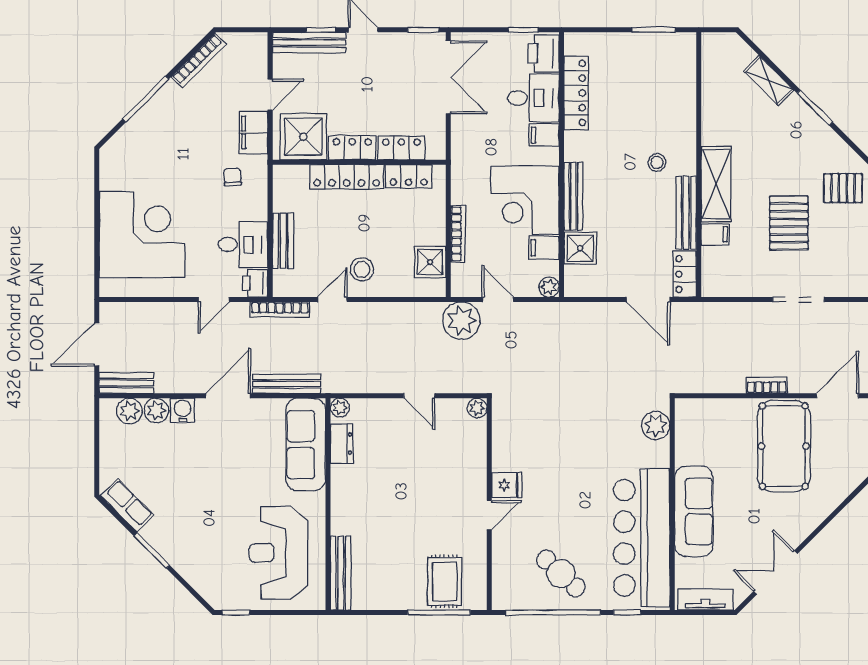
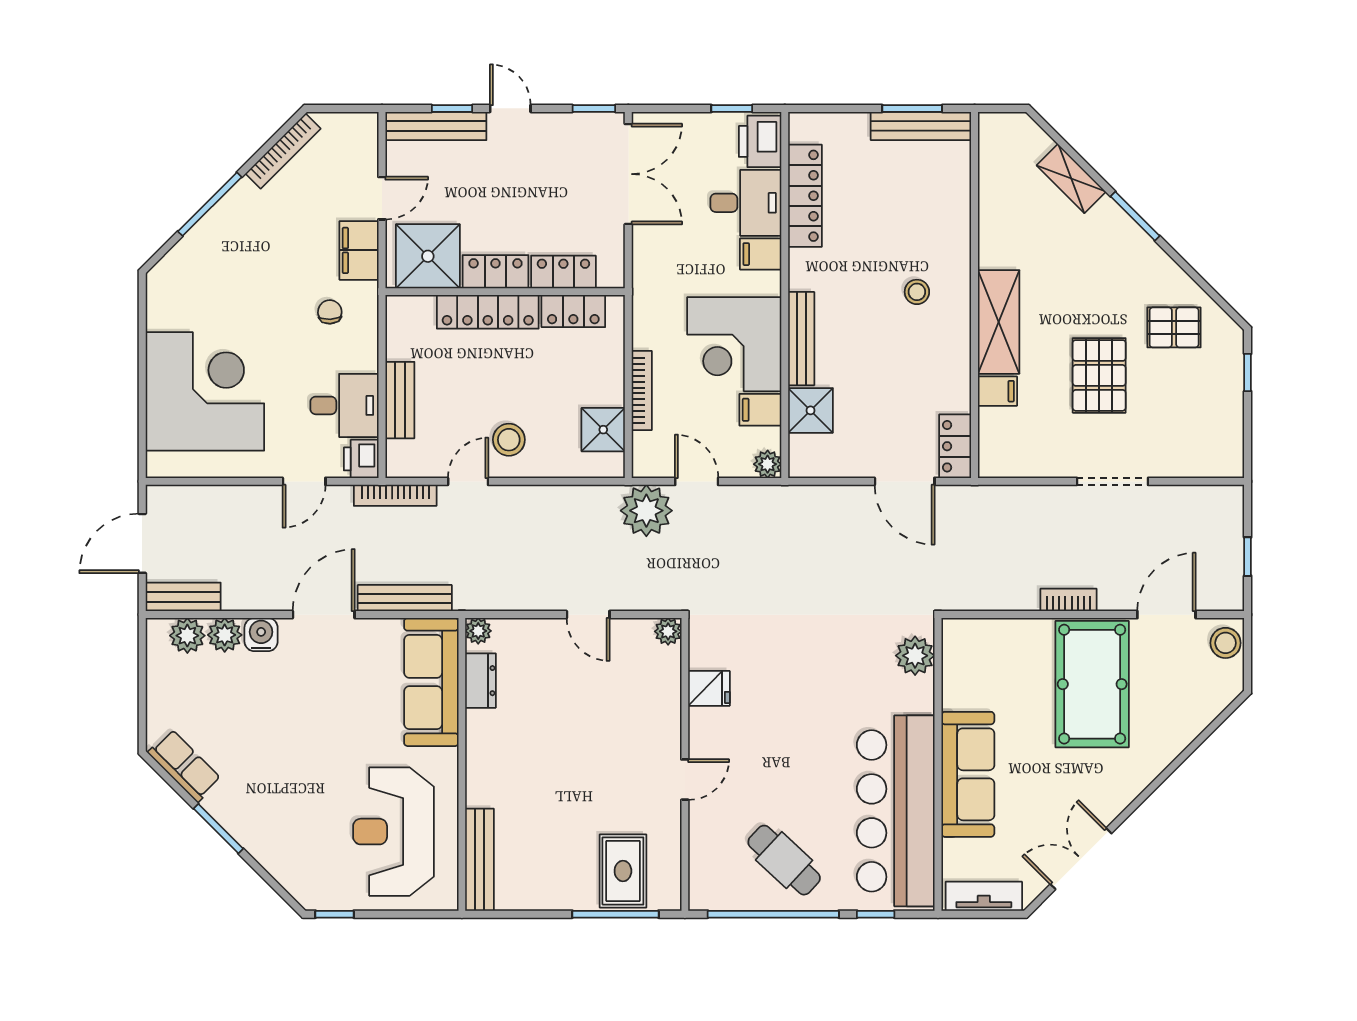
bench: (686, 213) -> (921, 126), moved, turned 90
fridge: (507, 485) -> (709, 688), moved

